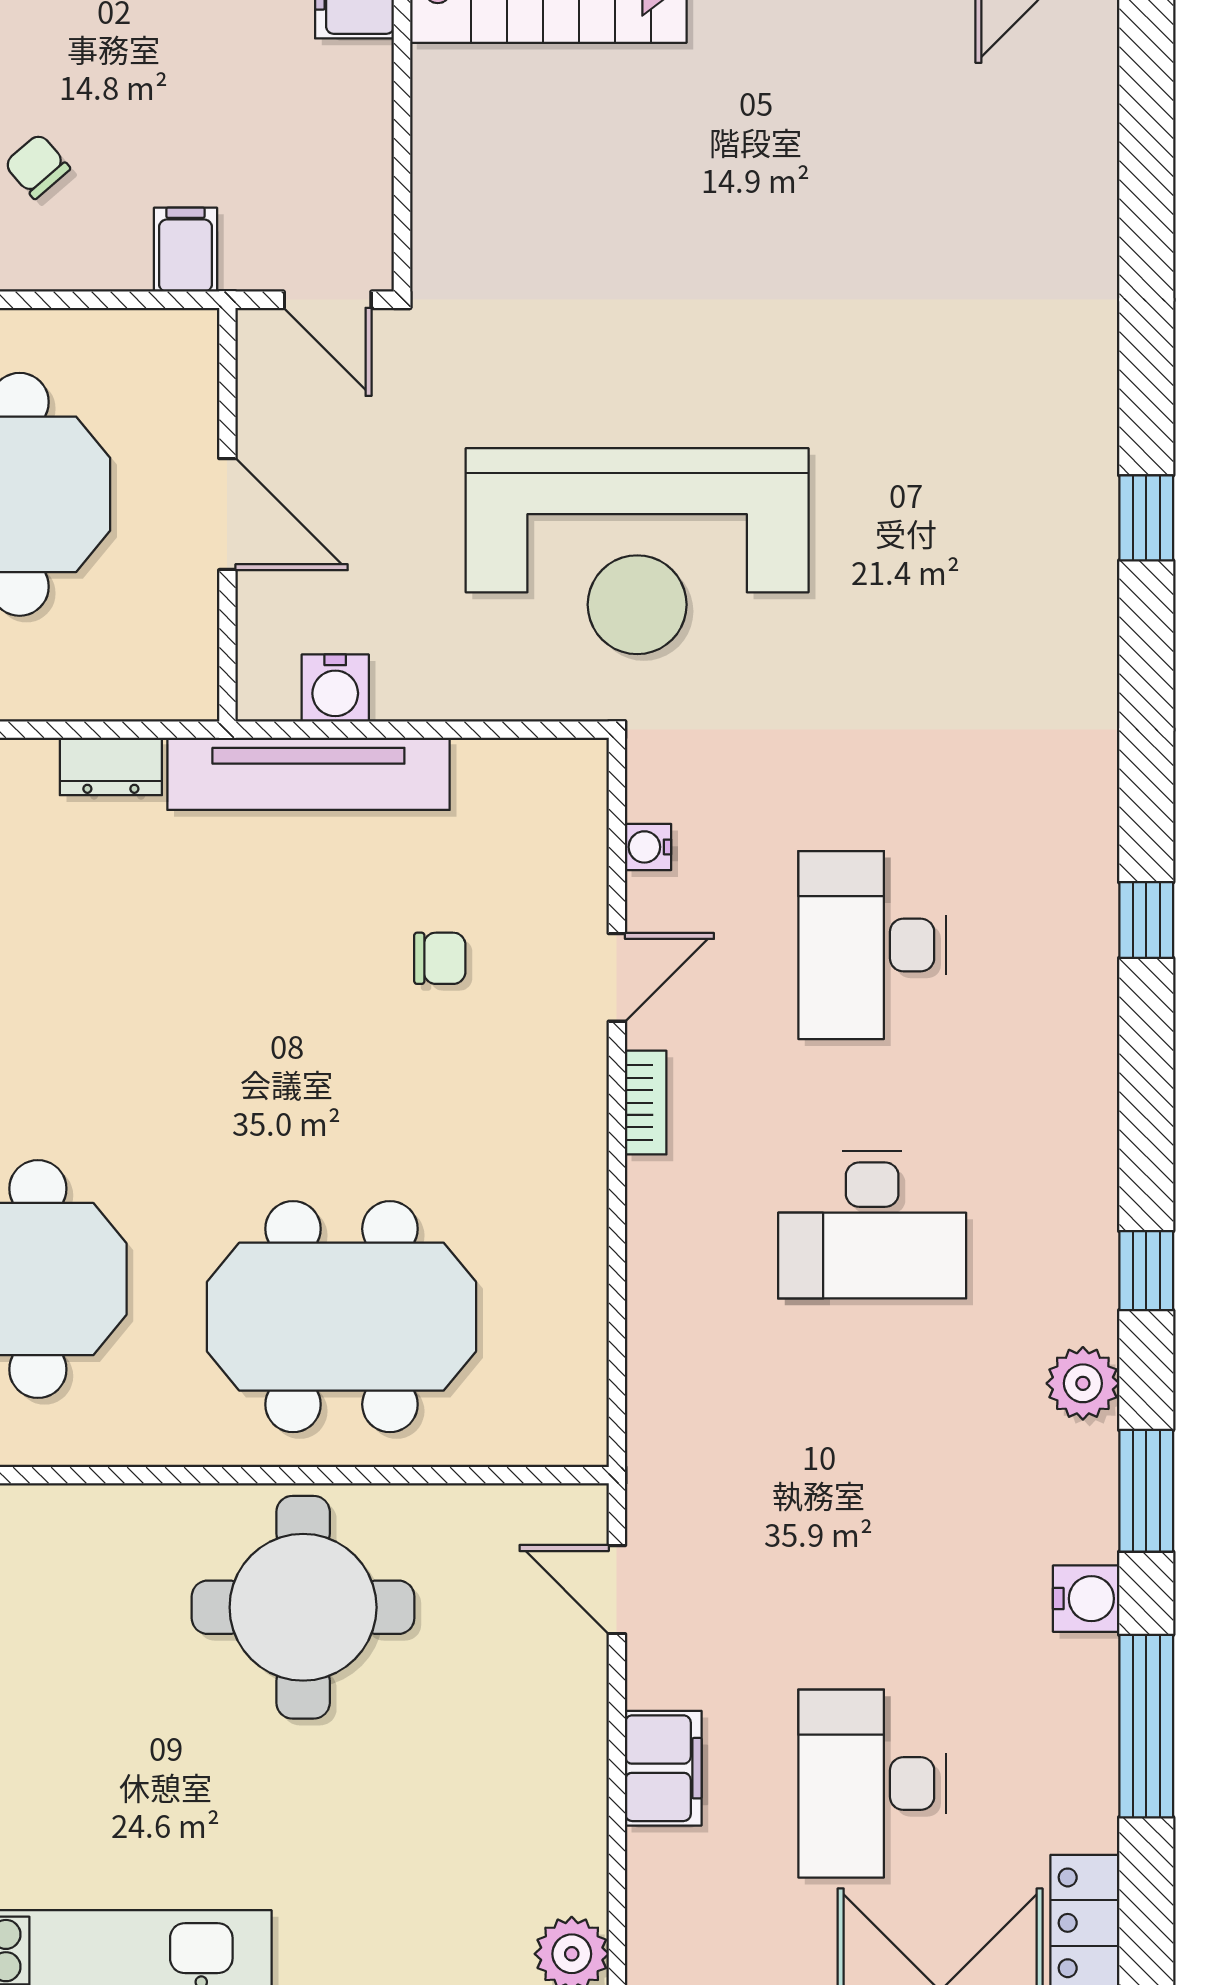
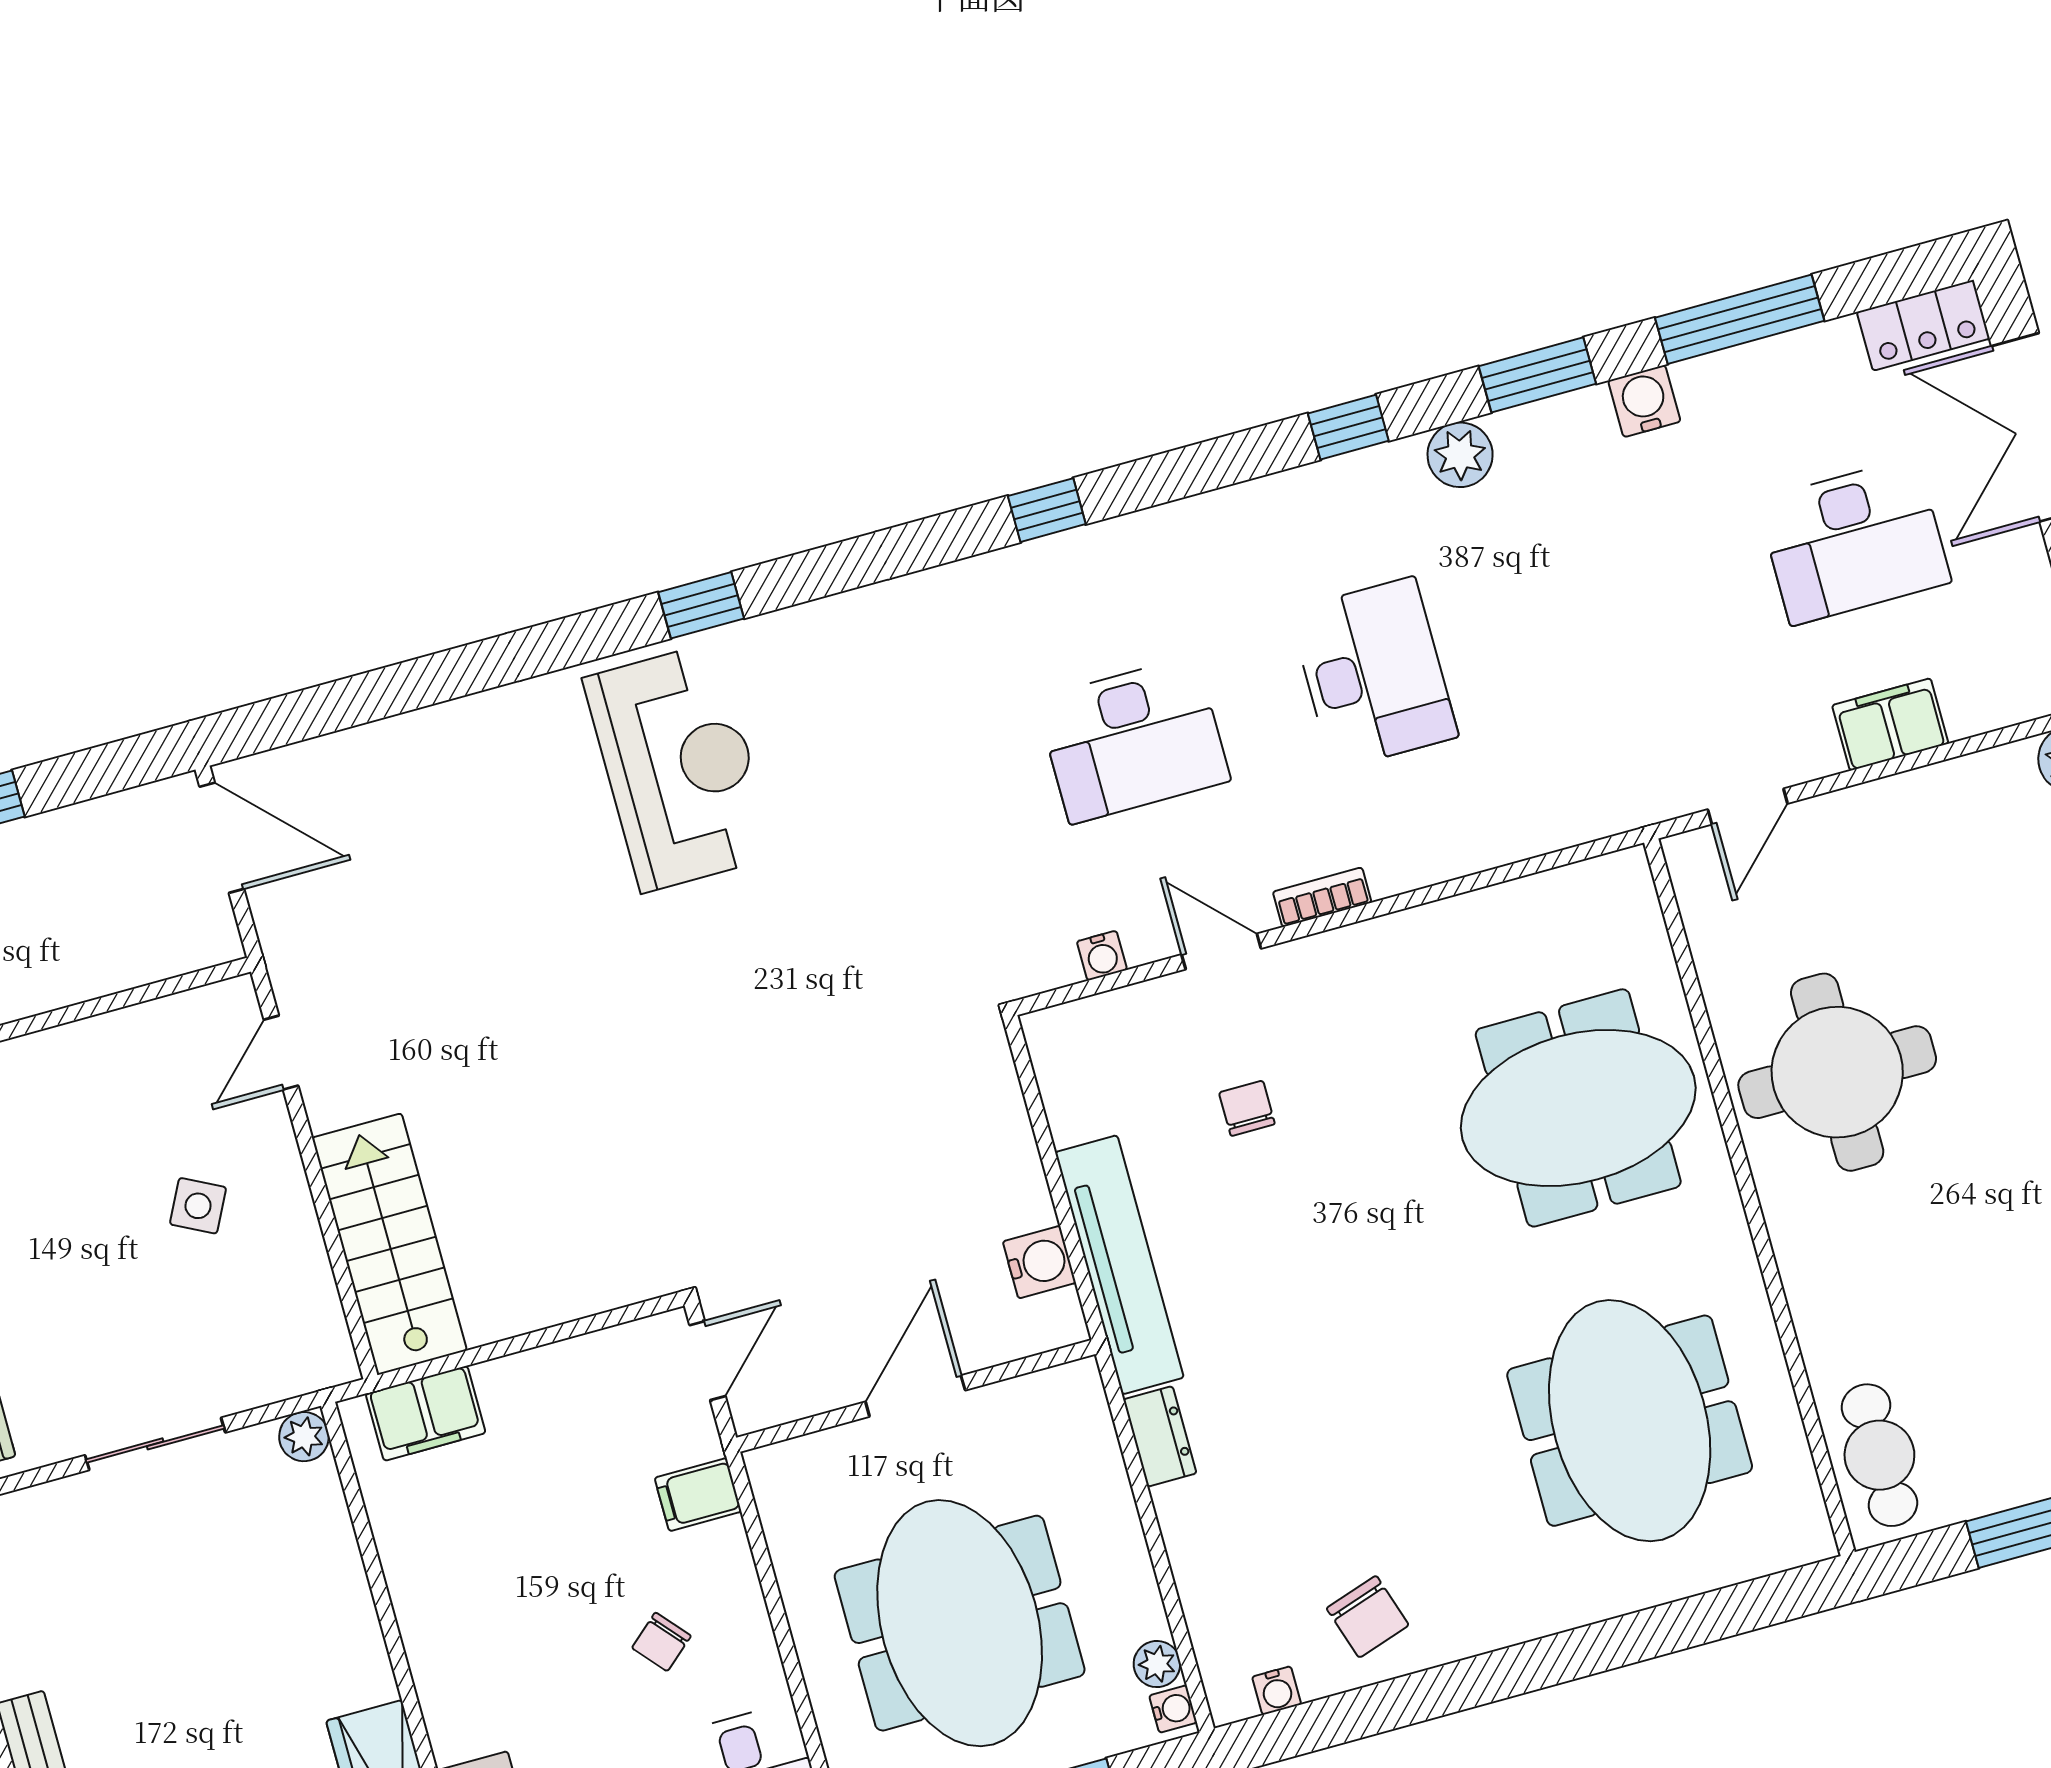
reception desk: (637, 551) -> (679, 767), moved, width x0.74, depth x0.77
meeting table: (341, 1317) -> (1578, 1108), turned 90

